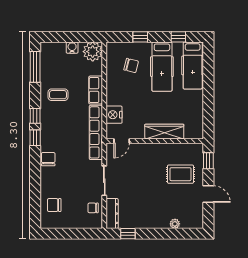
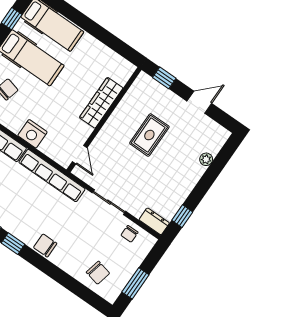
nightstand: (114, 115) -> (32, 134), moved
rug: (180, 174) -> (149, 135), moved
chair: (54, 205) -> (98, 273), turned -77
dresser: (112, 214) -> (154, 221), width x0.70
window: (64, 234) -> (135, 283), added

